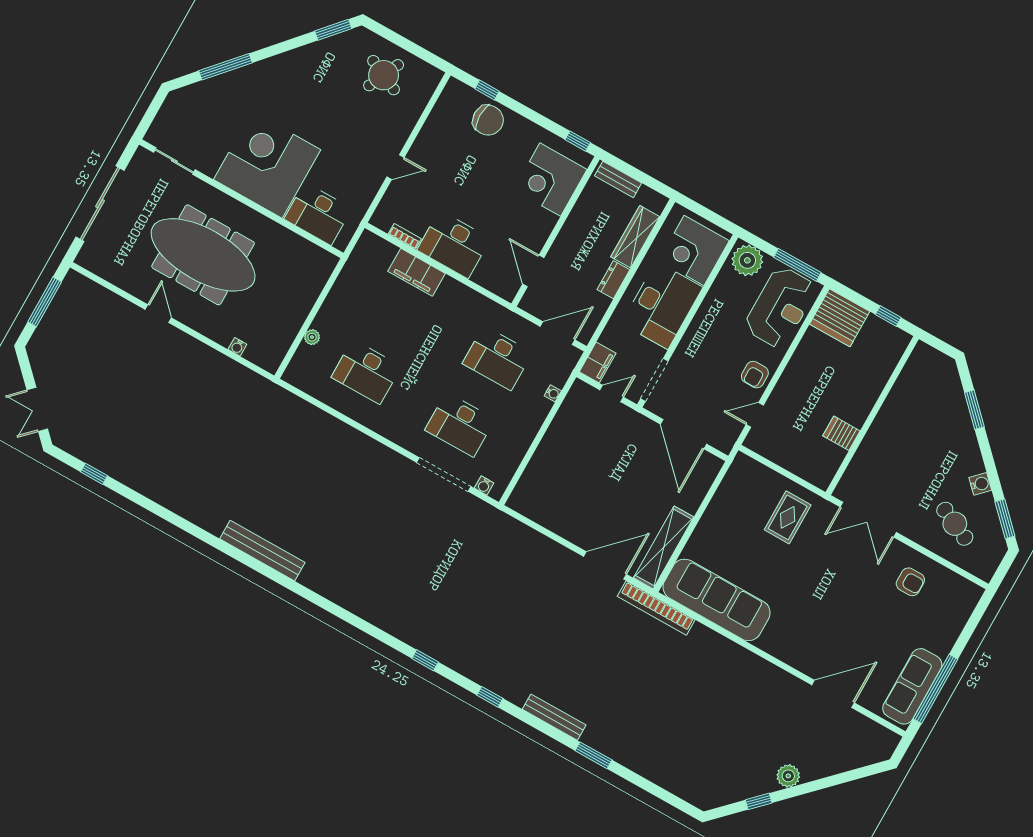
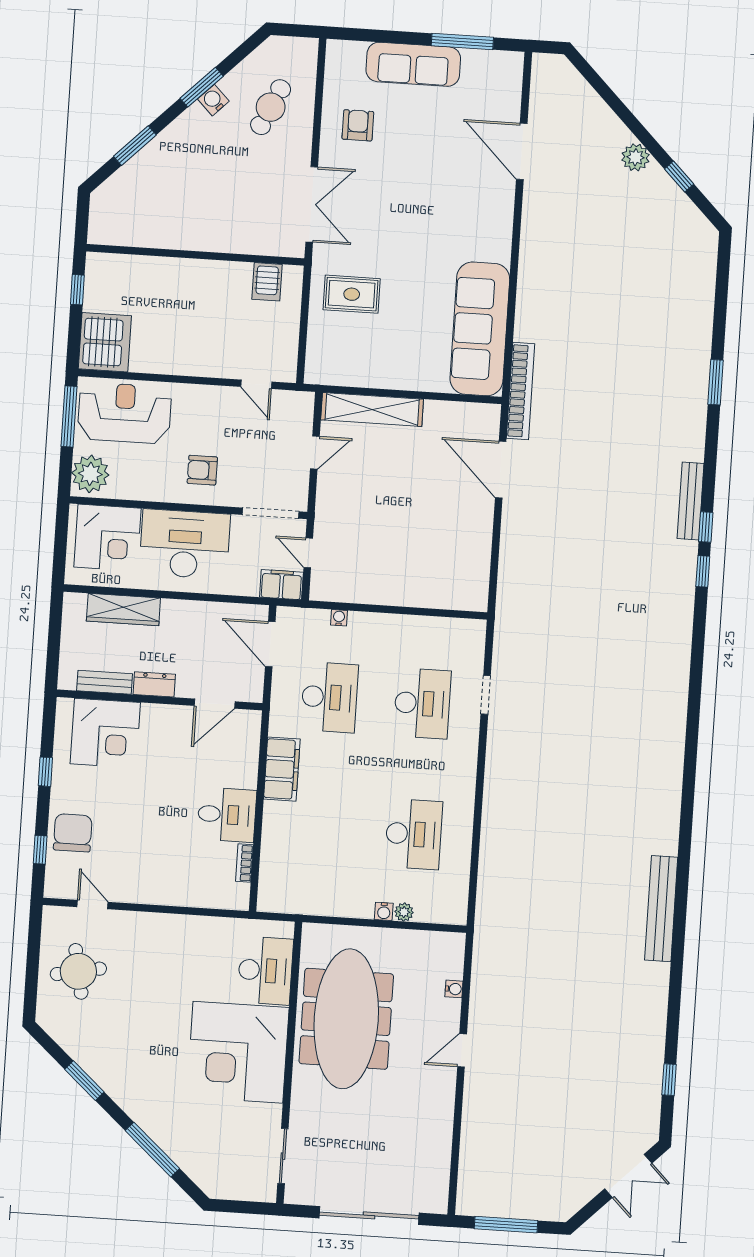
window: (333, 30) -> (84, 1081), moved
round table: (384, 75) -> (78, 971), turned -36
window: (578, 141) -> (45, 772), moved
door: (395, 167) -> (92, 904), moved
bench: (618, 179) -> (105, 682), moved, turned 90
desk: (454, 244) -> (227, 815), width x0.73
meeting table: (203, 255) -> (346, 1019), moved
filing cabinet: (417, 272) -> (282, 769), moved
dresser: (613, 280) -> (154, 684), moved, turned 180
door: (158, 314) -> (462, 1050), moved
armchair: (755, 375) -> (202, 470), moved, turned 180
server rack: (841, 433) -> (267, 282), moved
door: (684, 434) -> (315, 453), width x0.53
doorway: (444, 475) -> (486, 695), width x0.53
water cooler: (484, 485) -> (384, 911), moved, turned 90
window: (1005, 519) -> (202, 87), moved
shelving: (664, 547) -> (372, 409), moved
bench: (262, 551) -> (661, 909), moved
window: (425, 660) -> (703, 571), moved
sofa: (912, 686) -> (413, 64), moved
window: (935, 689) -> (462, 41), width x0.68
bench: (554, 717) -> (691, 501), moved

